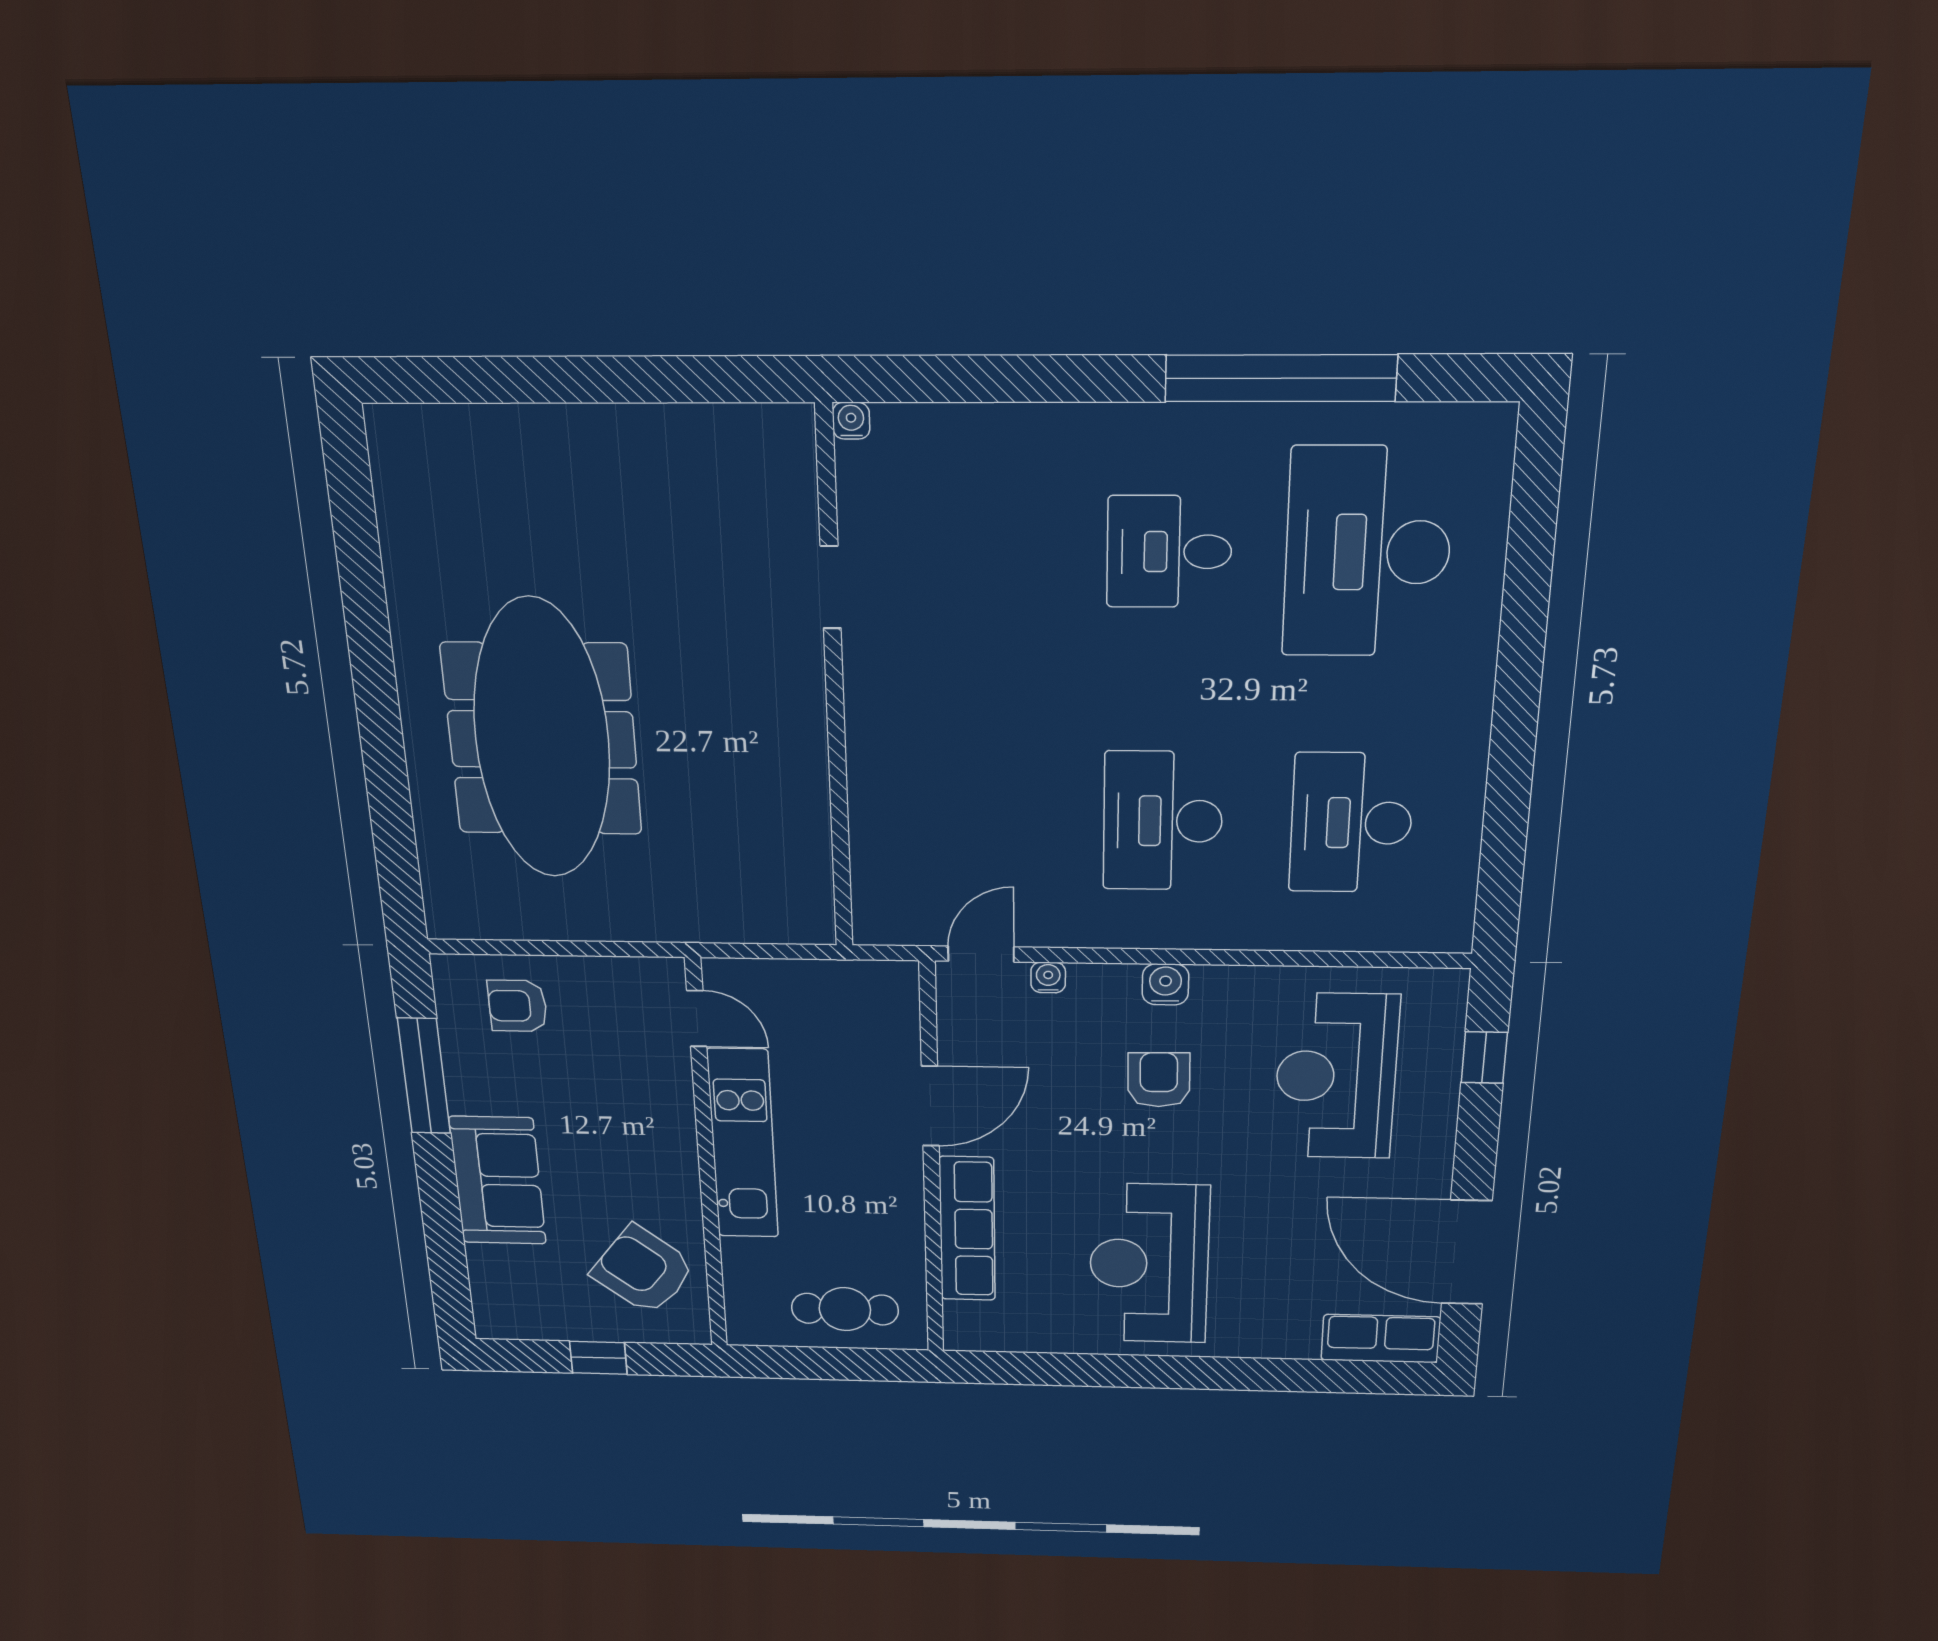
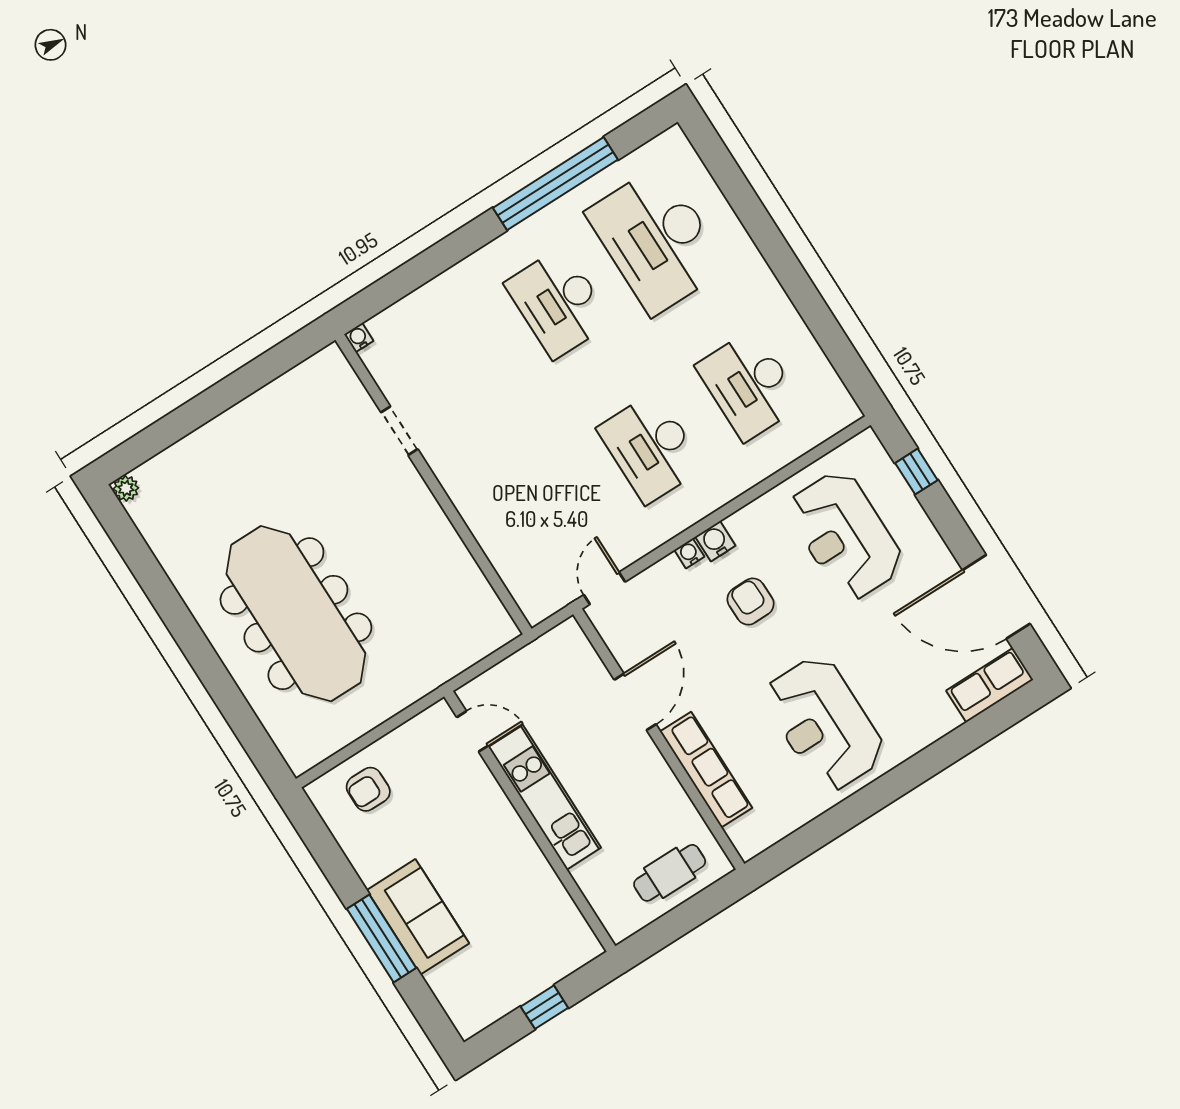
plant: (385, 425) -> (126, 488), added
desk: (1169, 552) -> (558, 303), width x1.37
water cooler: (1048, 977) -> (689, 553), moved
window: (424, 1076) -> (382, 938), moved
armchair: (643, 1270) -> (536, 924), removed

